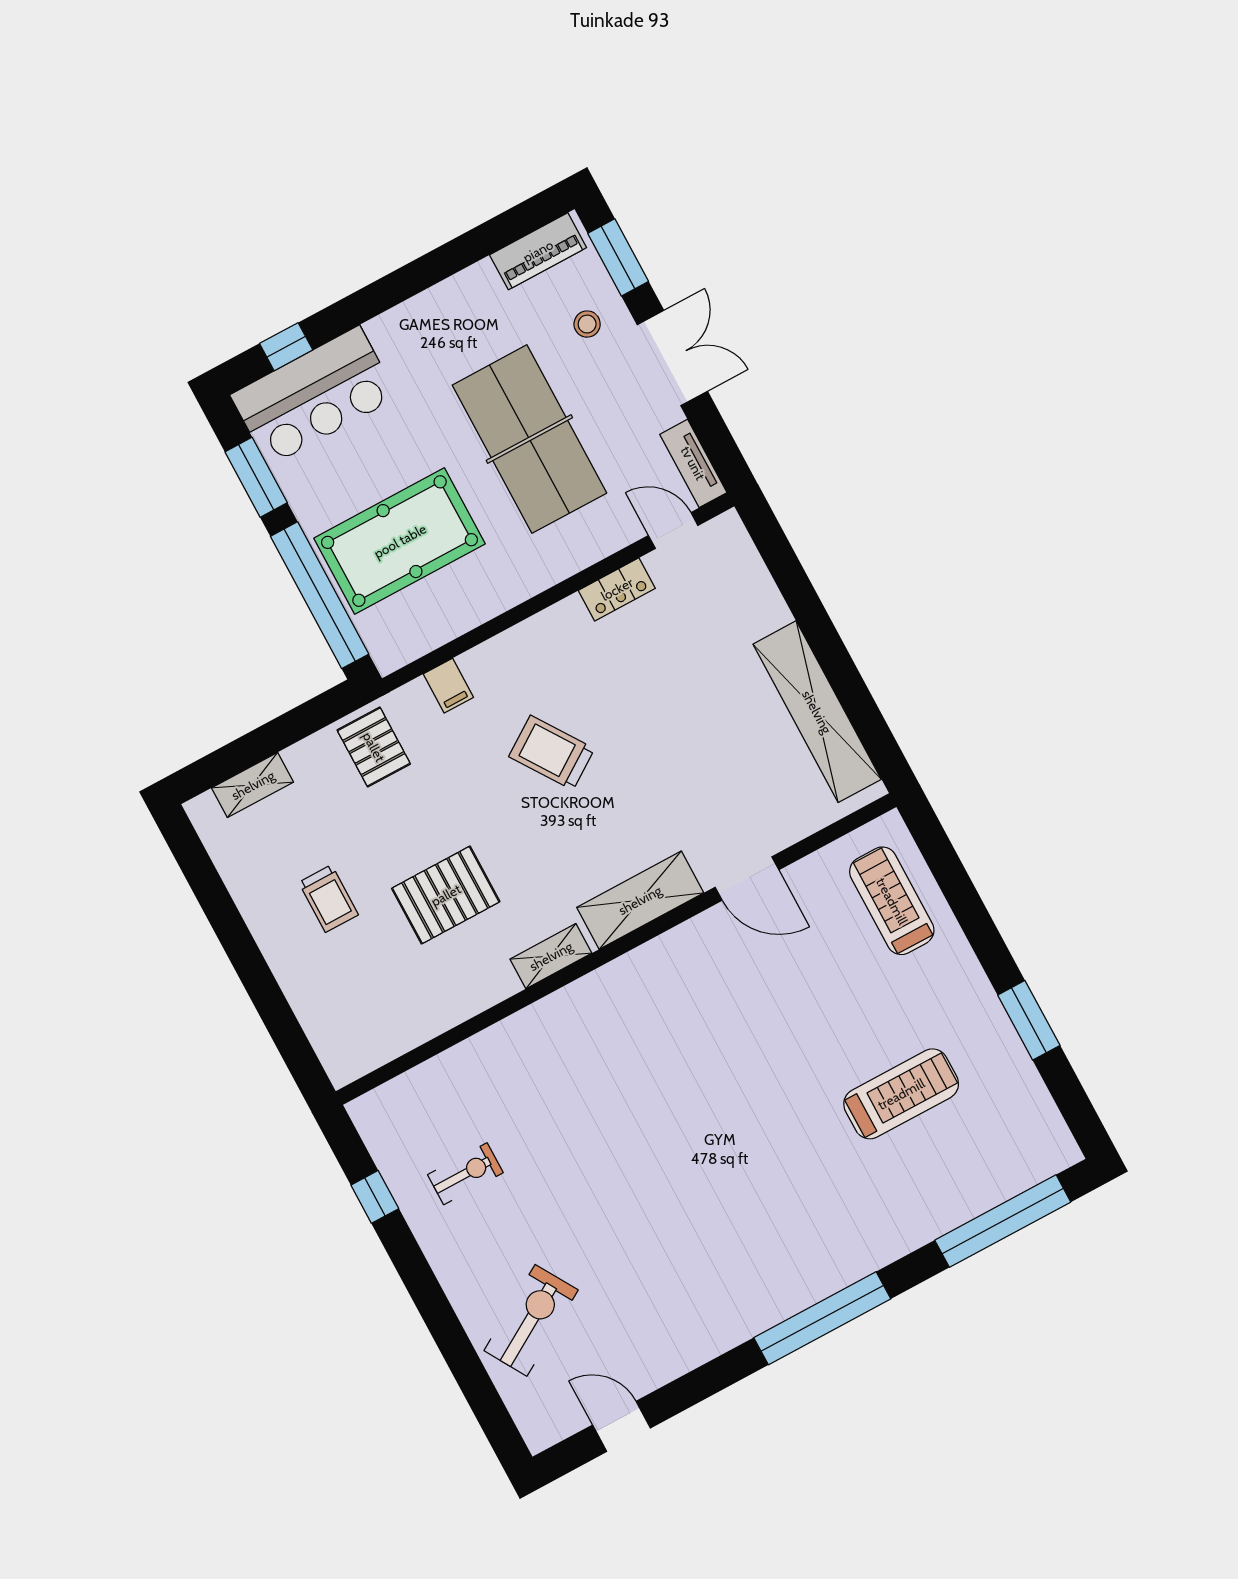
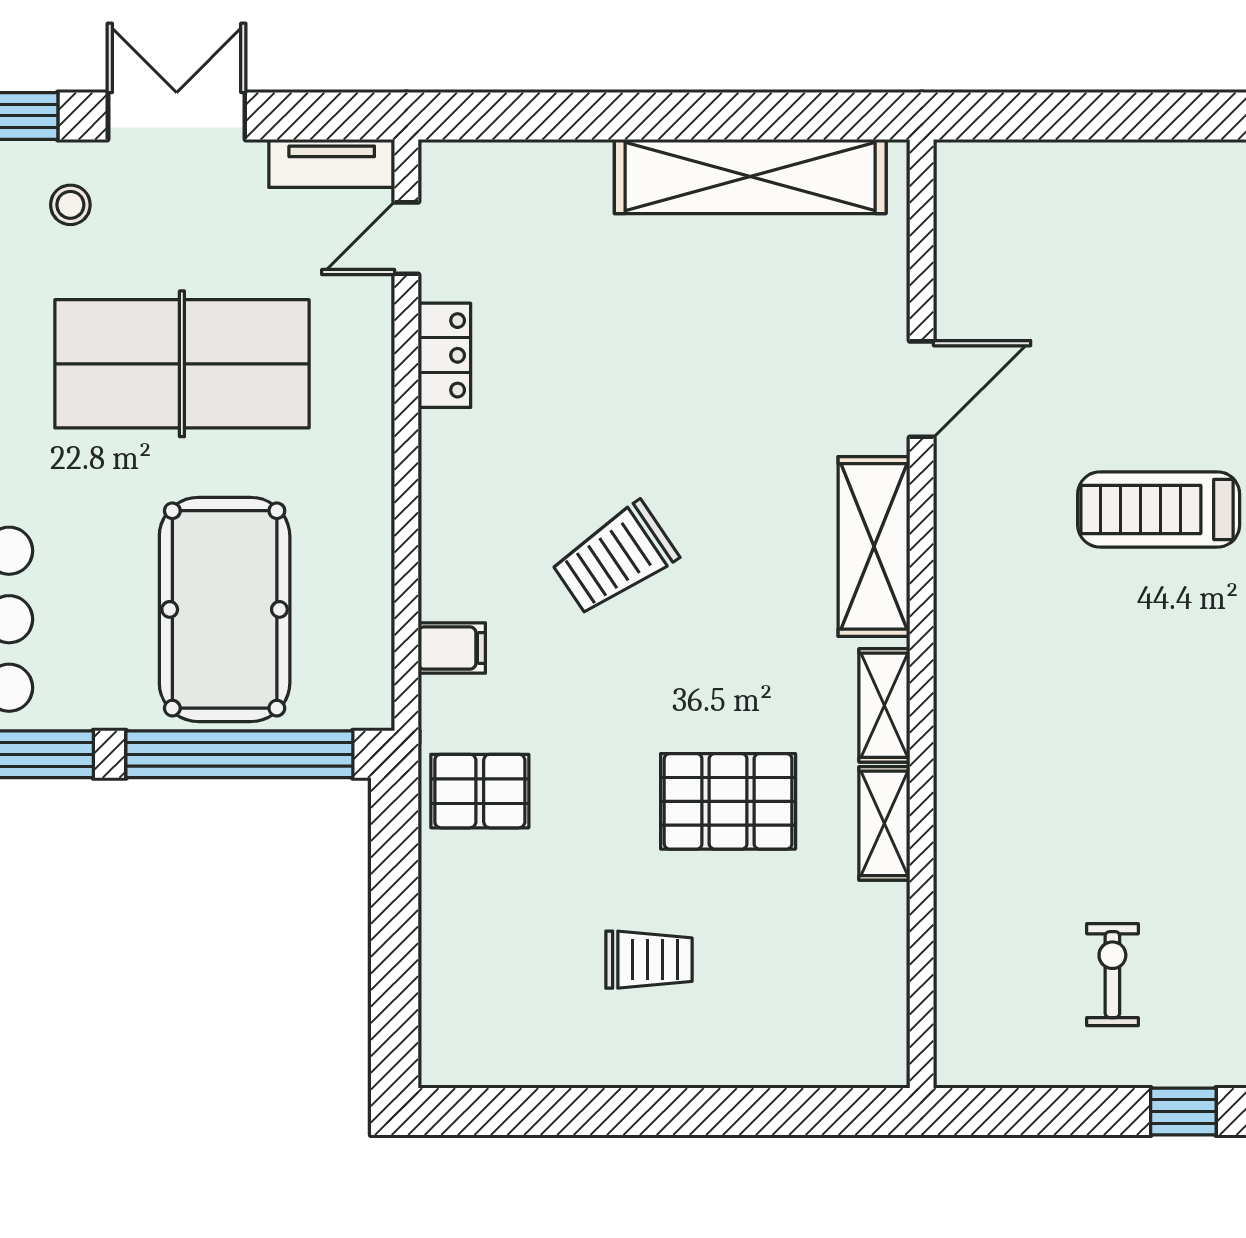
shelving: (253, 785) -> (884, 823), moved
pallet: (446, 895) -> (728, 801), turned 90
treadmill: (892, 901) -> (1159, 509), moved
window: (375, 1197) -> (1183, 1112), moved

